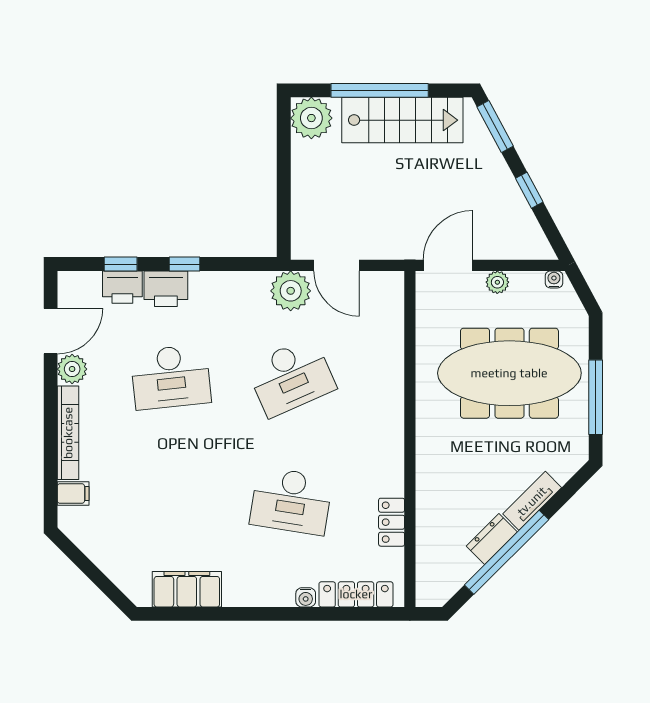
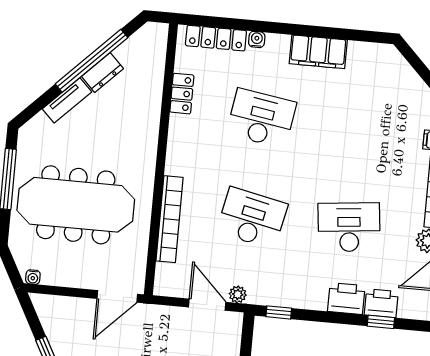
window: (184, 264) -> (279, 312), moved
plant: (497, 282) -> (79, 279), removed
plant: (291, 291) -> (238, 294), width x0.53, depth x0.53
bookcase: (392, 366) -> (170, 219), added
desk: (291, 377) -> (252, 218), turned 36
filing cabinet: (187, 589) -> (318, 52), moved

